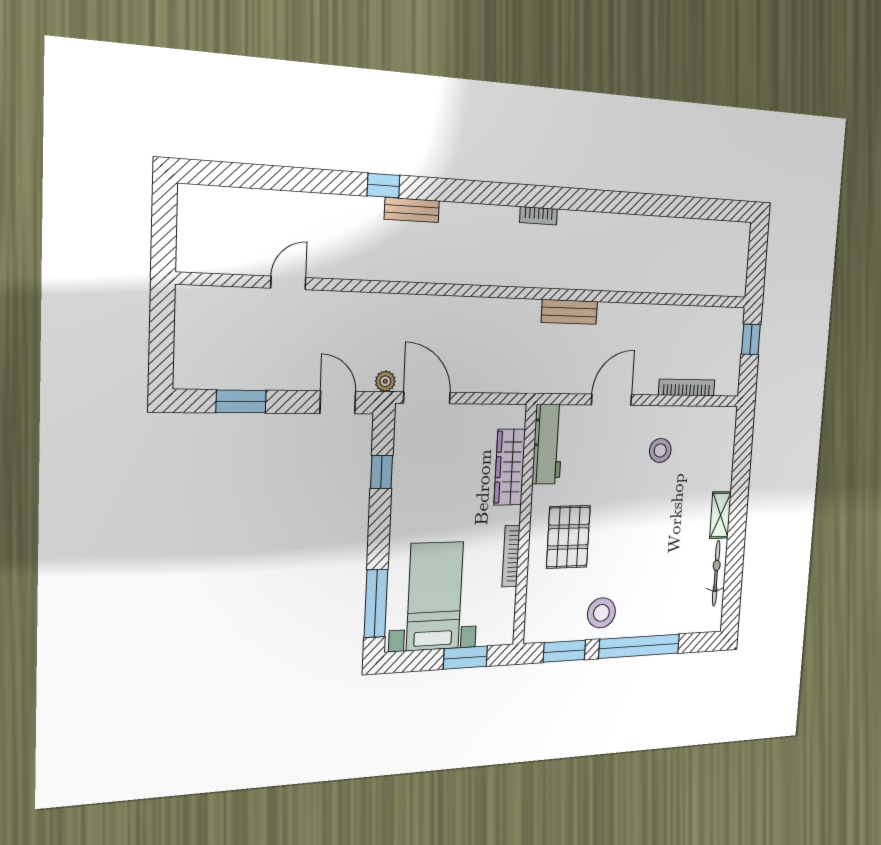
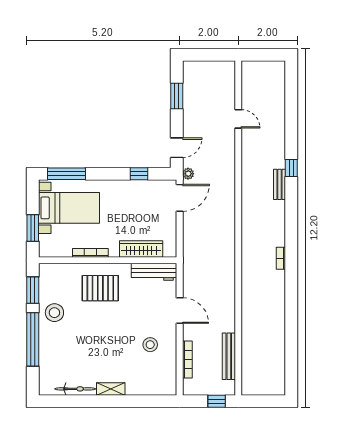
bench: (569, 312) -> (229, 356), moved, width x1.36

